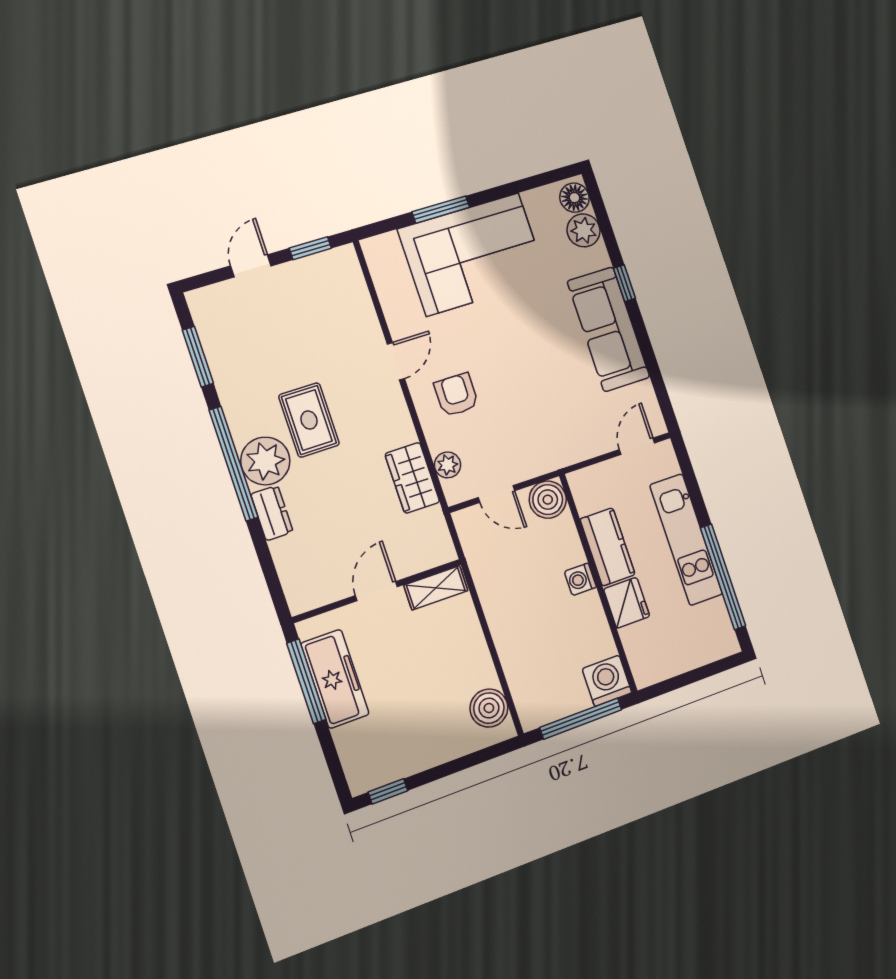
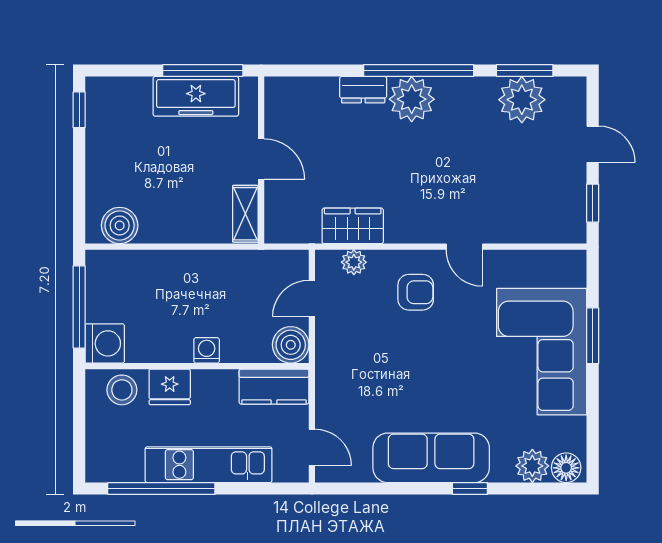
plant: (229, 350) -> (522, 100), added
rug: (309, 420) -> (436, 150), removed
kitchen counter: (608, 547) -> (274, 387), moved
stool: (645, 648) -> (122, 390), added

